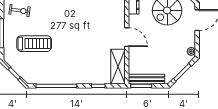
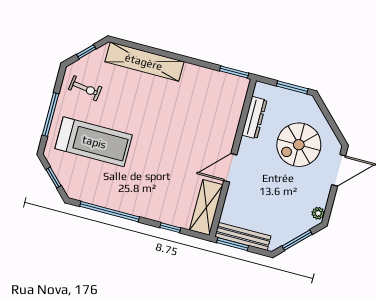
door: (127, 37) -> (230, 168), swing flipped
treadmill: (34, 44) -> (94, 142), width x1.37, depth x1.38

